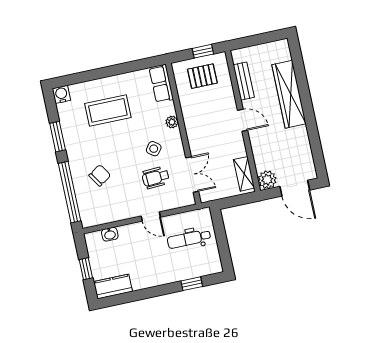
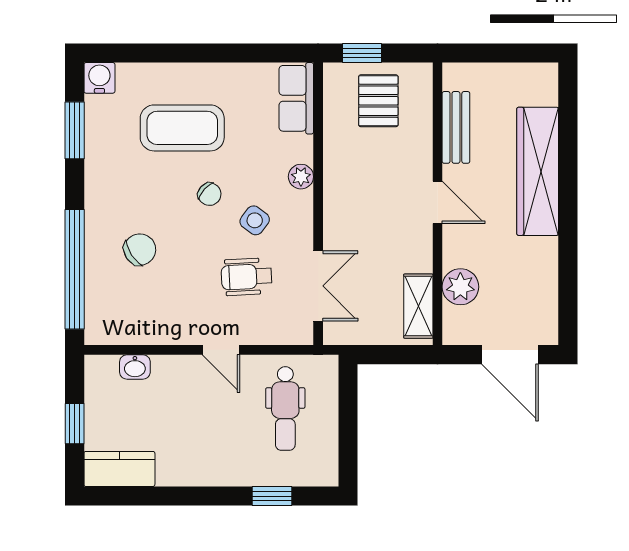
window: (203, 51) -> (362, 53), moved
pallet: (202, 76) -> (378, 101), turned 90
window: (58, 137) -> (75, 130), moved
chair: (128, 140) -> (209, 194), added
plant: (267, 180) -> (460, 287), moved
dental chair: (189, 239) -> (285, 408), turned -90

